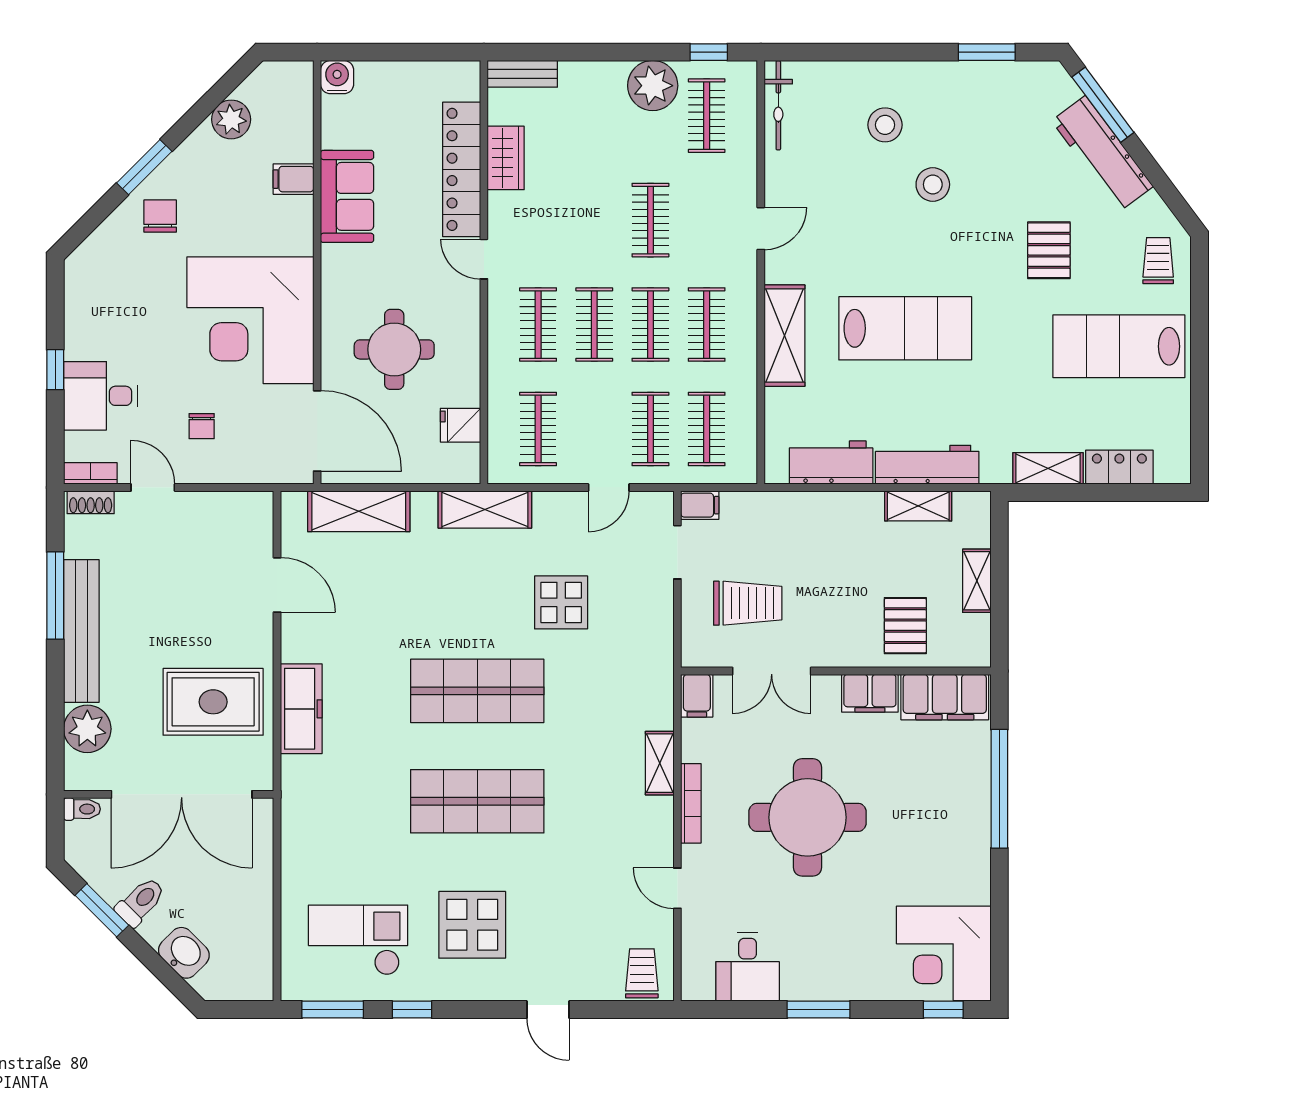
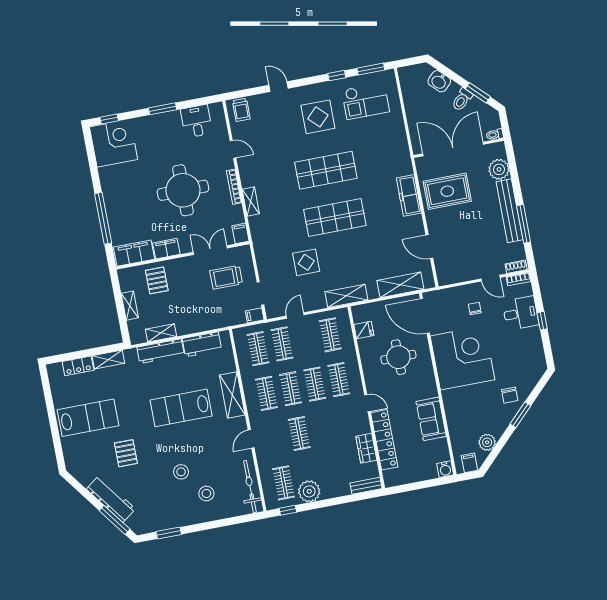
bicycle: (778, 105) -> (250, 487), width x1.37, depth x1.40
filing cabinet: (293, 179) -> (469, 463), moved, turned -90
trolley: (1158, 261) -> (78, 458), removed

